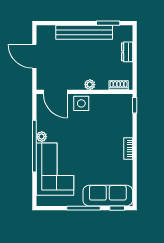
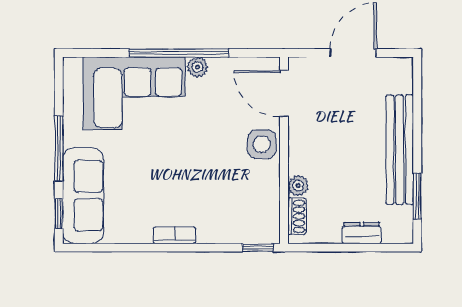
plant: (90, 85) -> (298, 186), moved
door: (55, 92) -> (284, 94), hinge flipped

